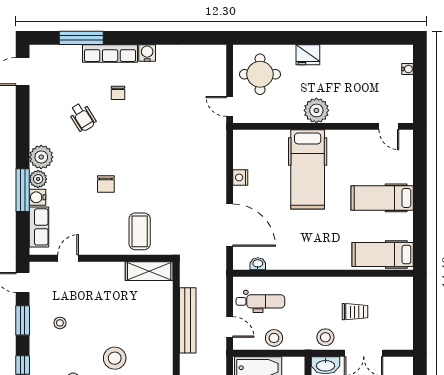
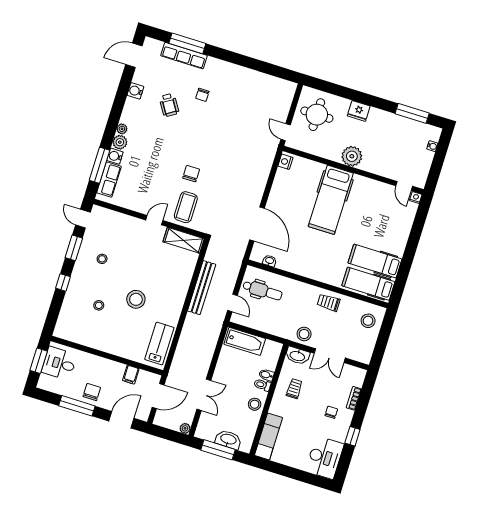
window: (372, 38) -> (412, 113), added
row of seats: (110, 53) -> (184, 56), moved
water cooler: (147, 53) -> (135, 91), moved, turned -90
nightstand: (407, 136) -> (416, 198), added
plant: (41, 157) -> (122, 129), width x0.53, depth x0.53
nightstand: (240, 177) -> (285, 162), moved
chair: (106, 184) -> (191, 174), moved, turned 180
window: (23, 190) -> (100, 165), moved
hospital bed: (382, 198) -> (375, 261), moved
door: (68, 258) -> (154, 220), moved
trolley: (355, 312) -> (329, 303), moved, turned 180
stool: (274, 338) -> (368, 321), moved

